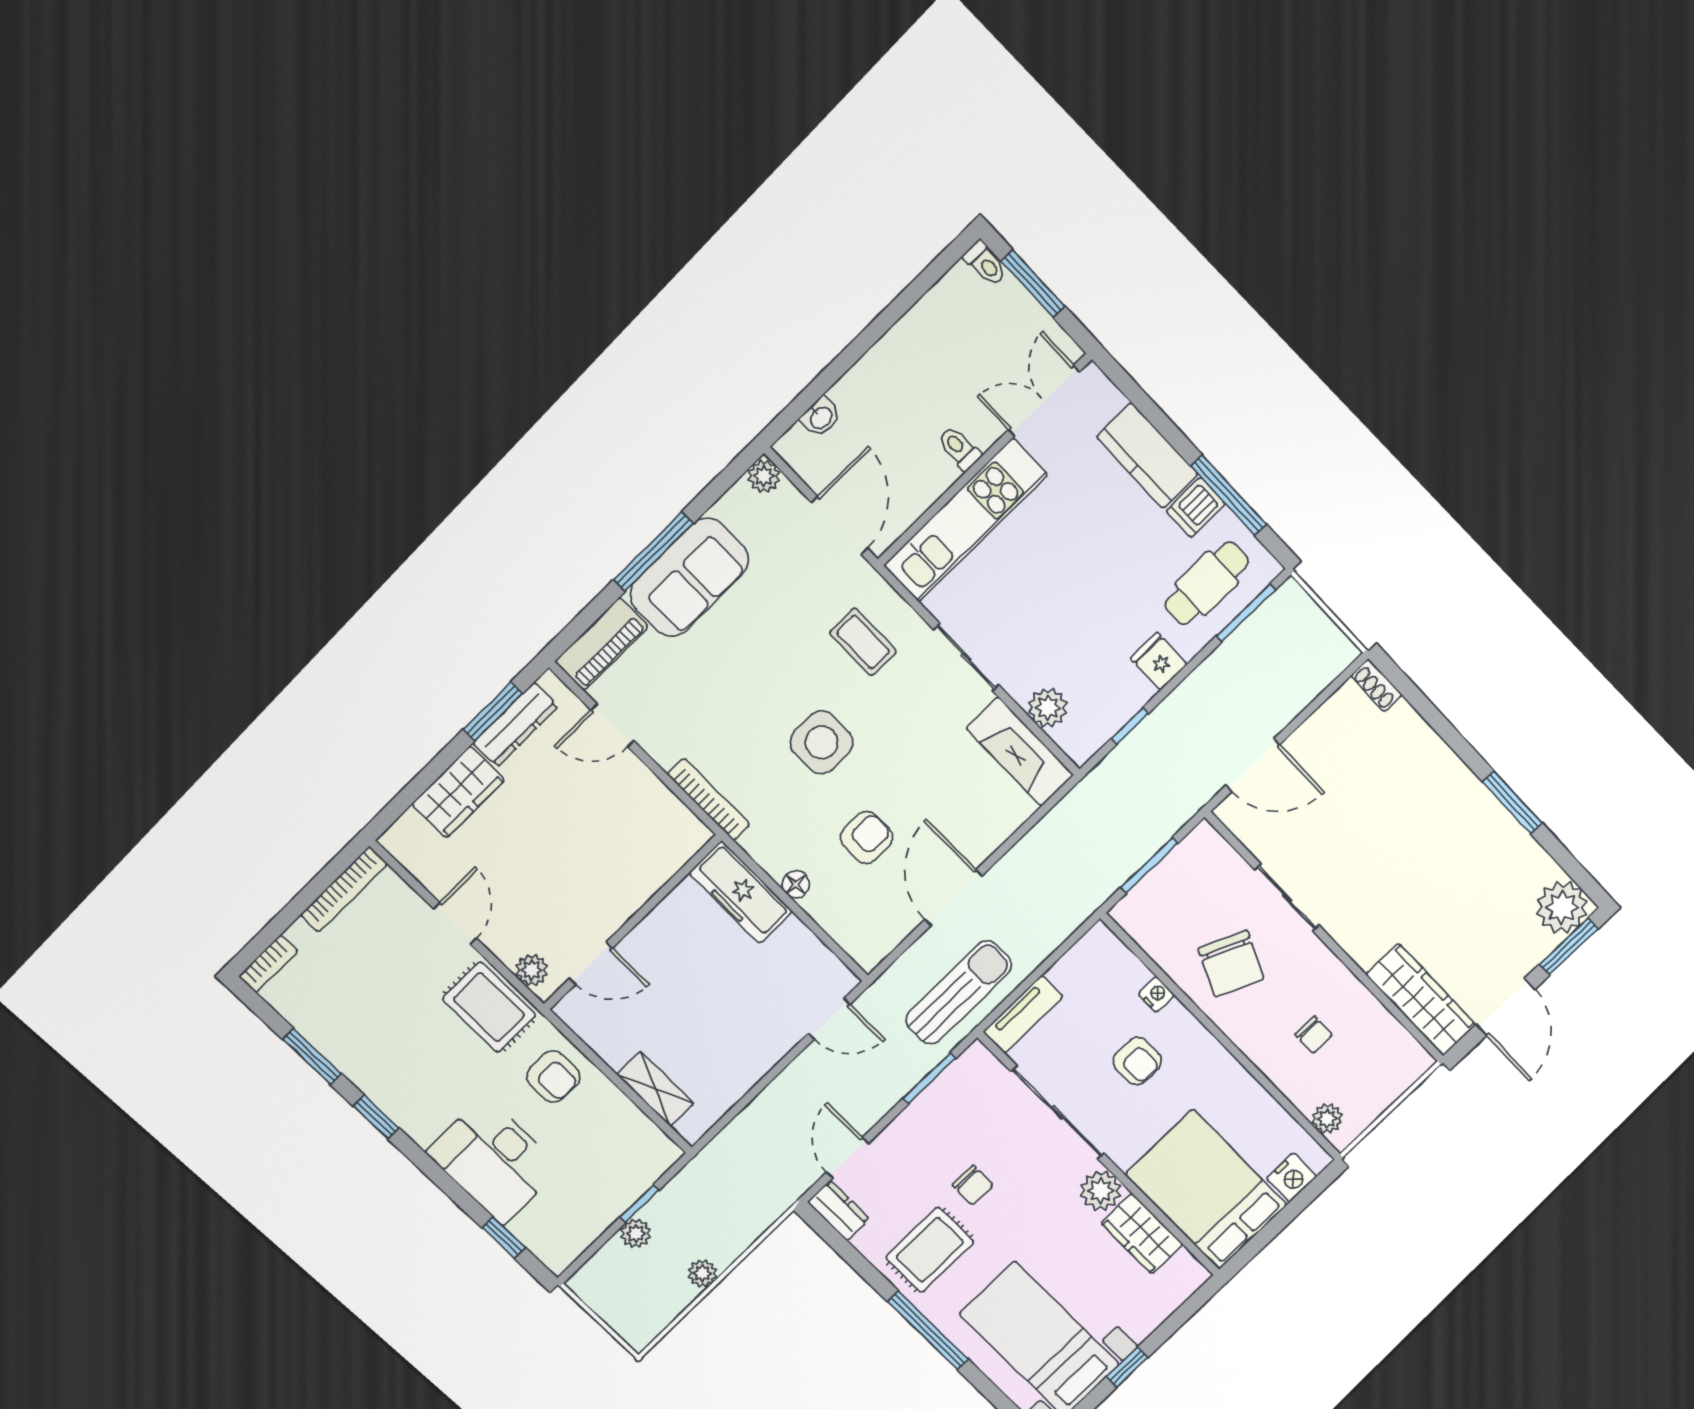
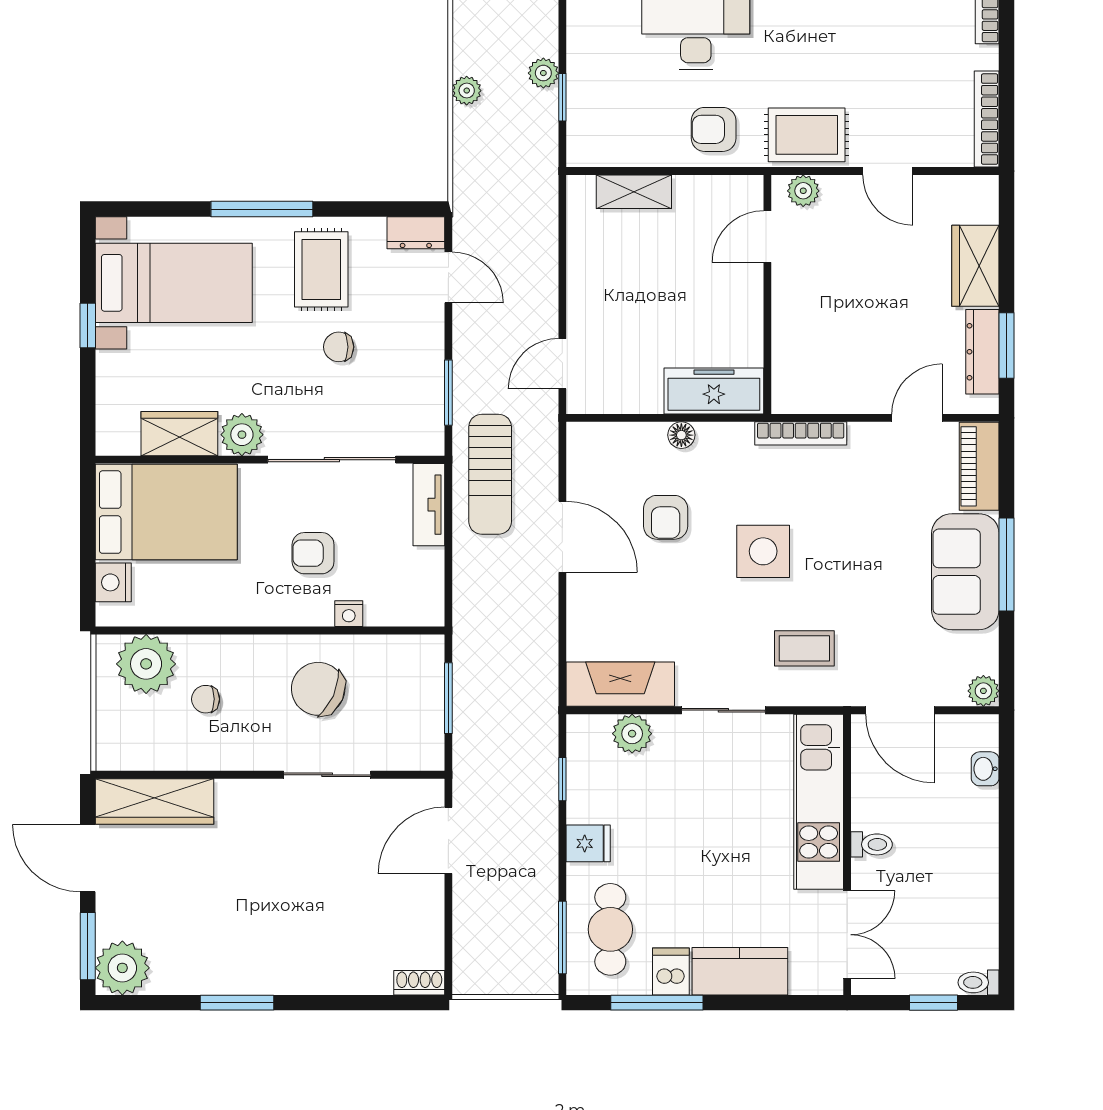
window: (1033, 284) -> (933, 1003), width x0.67
plant: (1327, 1119) -> (146, 664), width x1.87, depth x1.87

